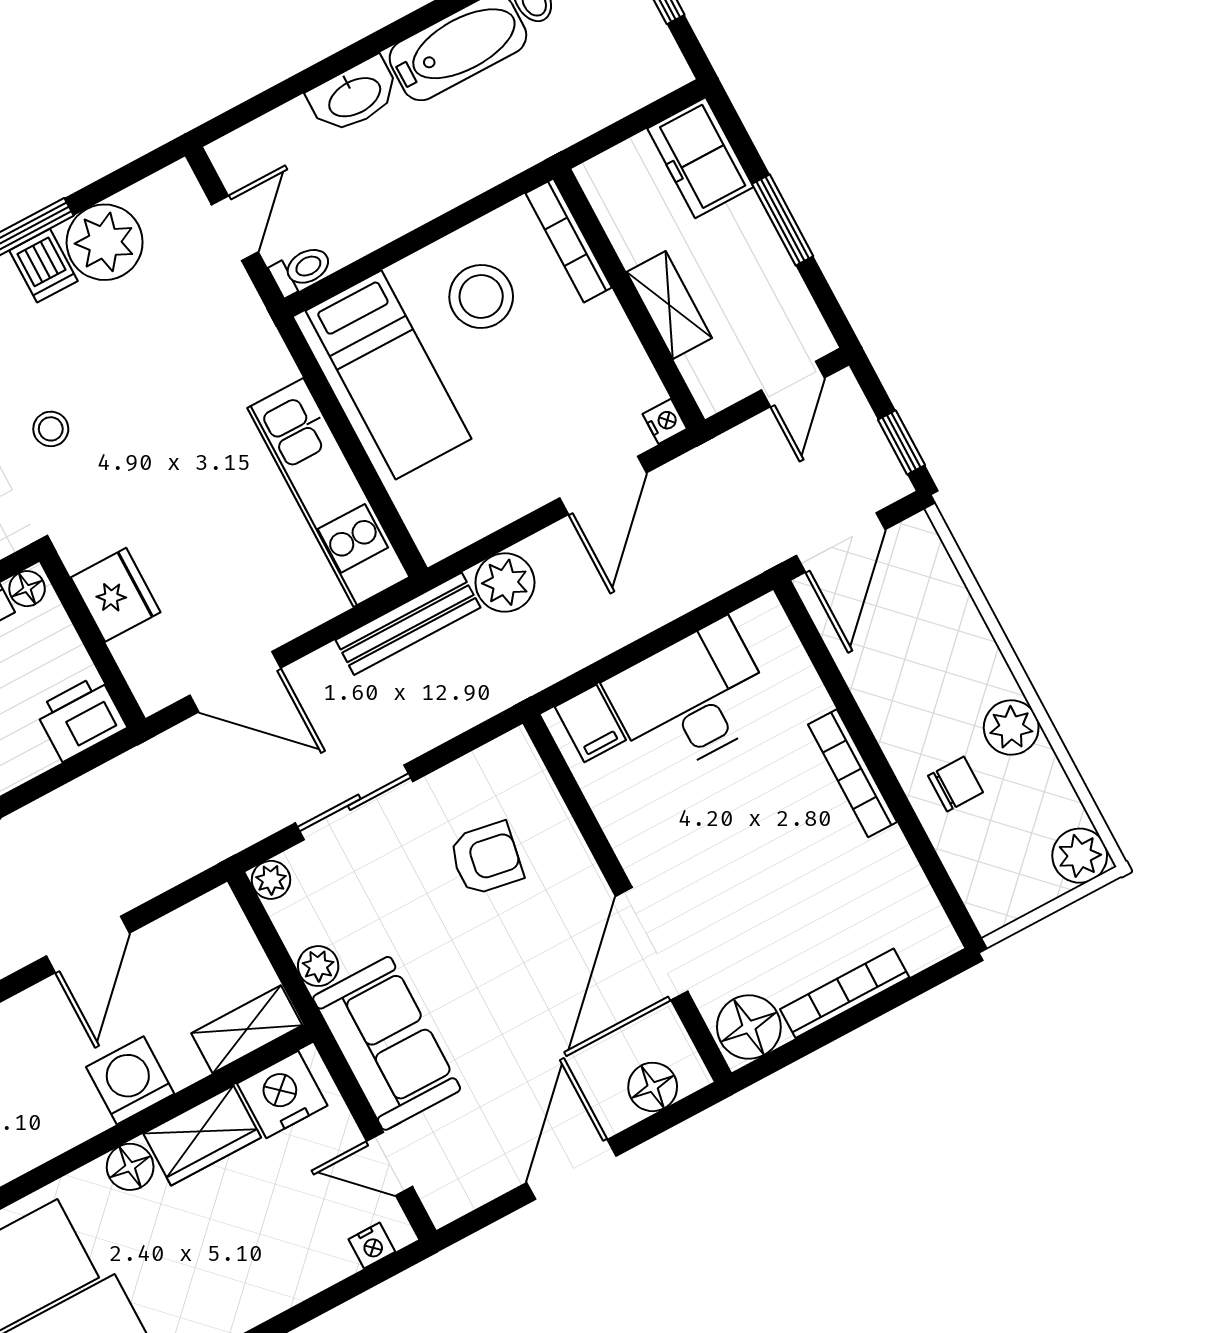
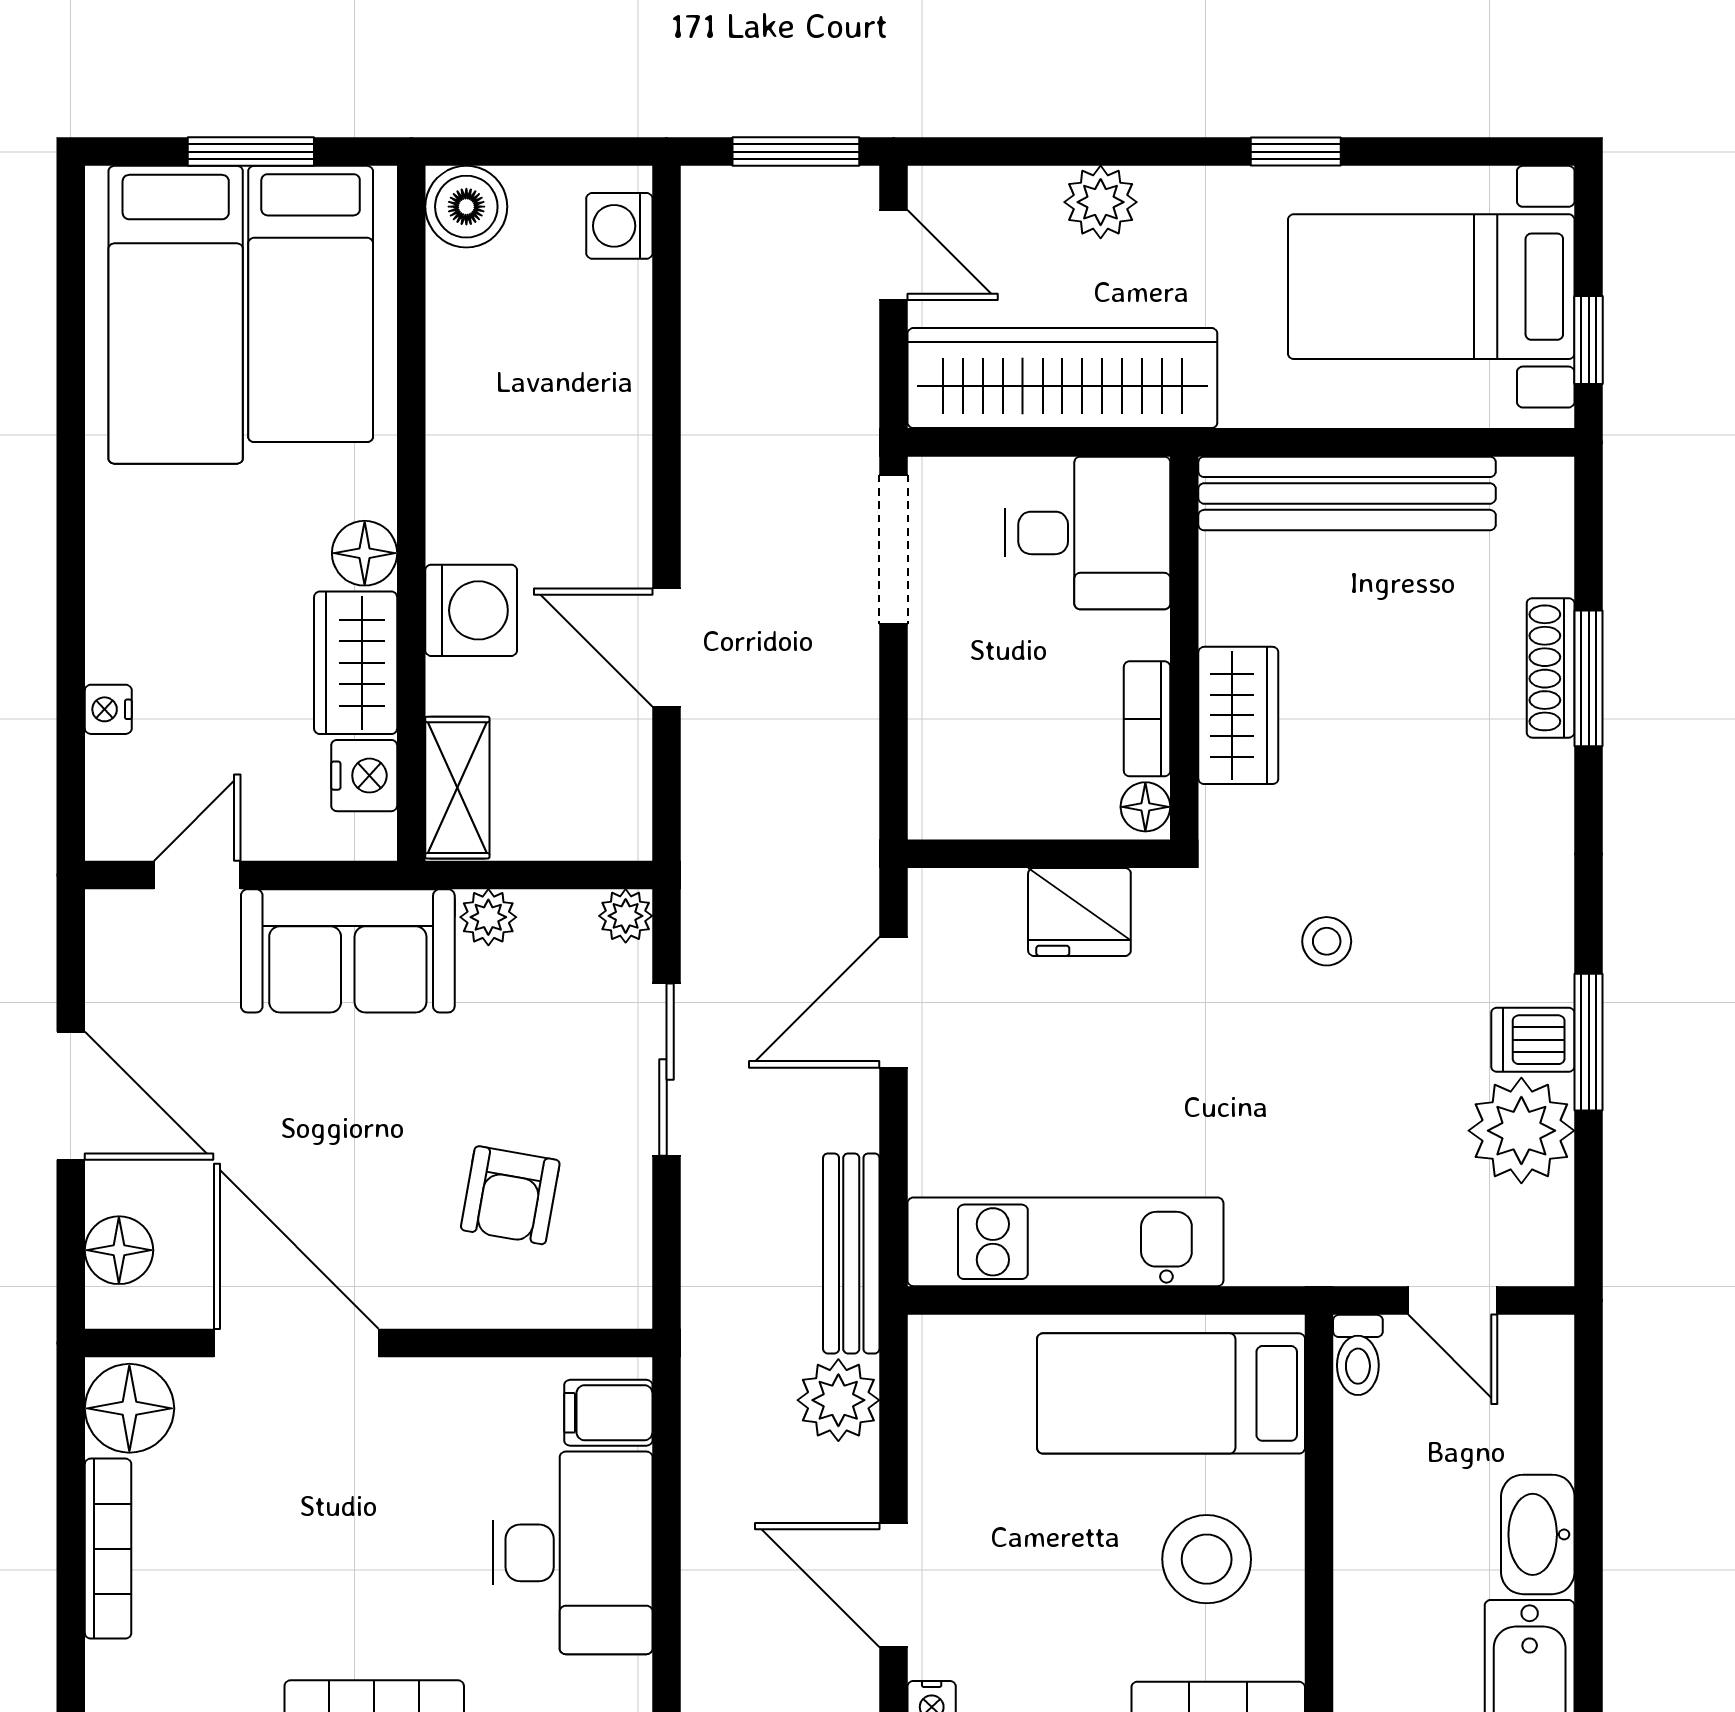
printer: (81, 718) -> (950, 788), removed
nightstand: (282, 1095) -> (364, 776), width x0.74, depth x0.75
nightstand: (372, 1246) -> (108, 709), moved

